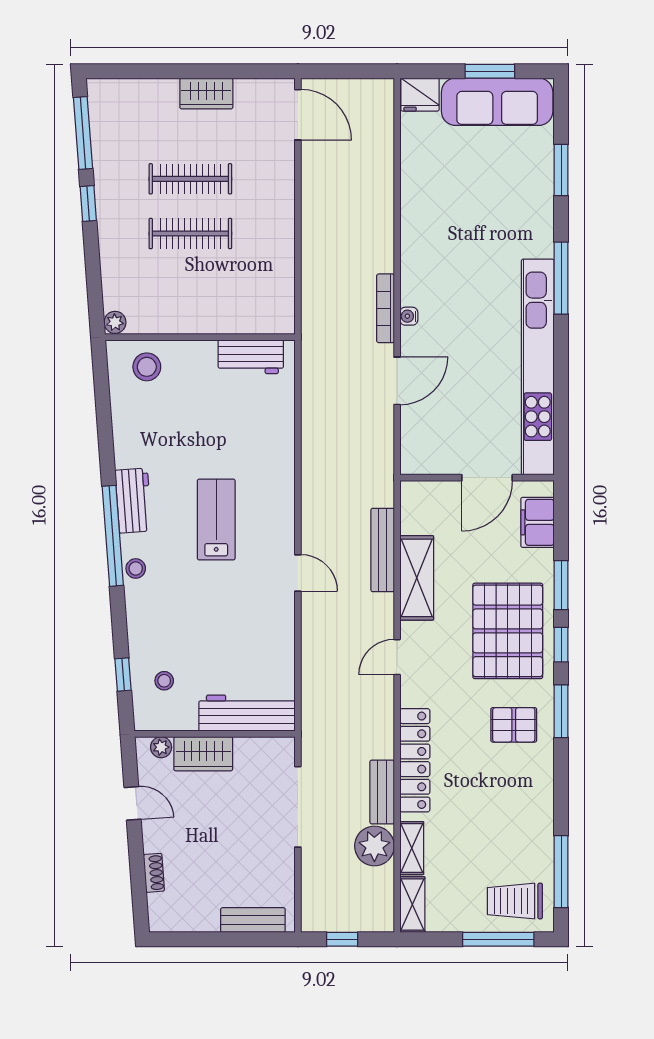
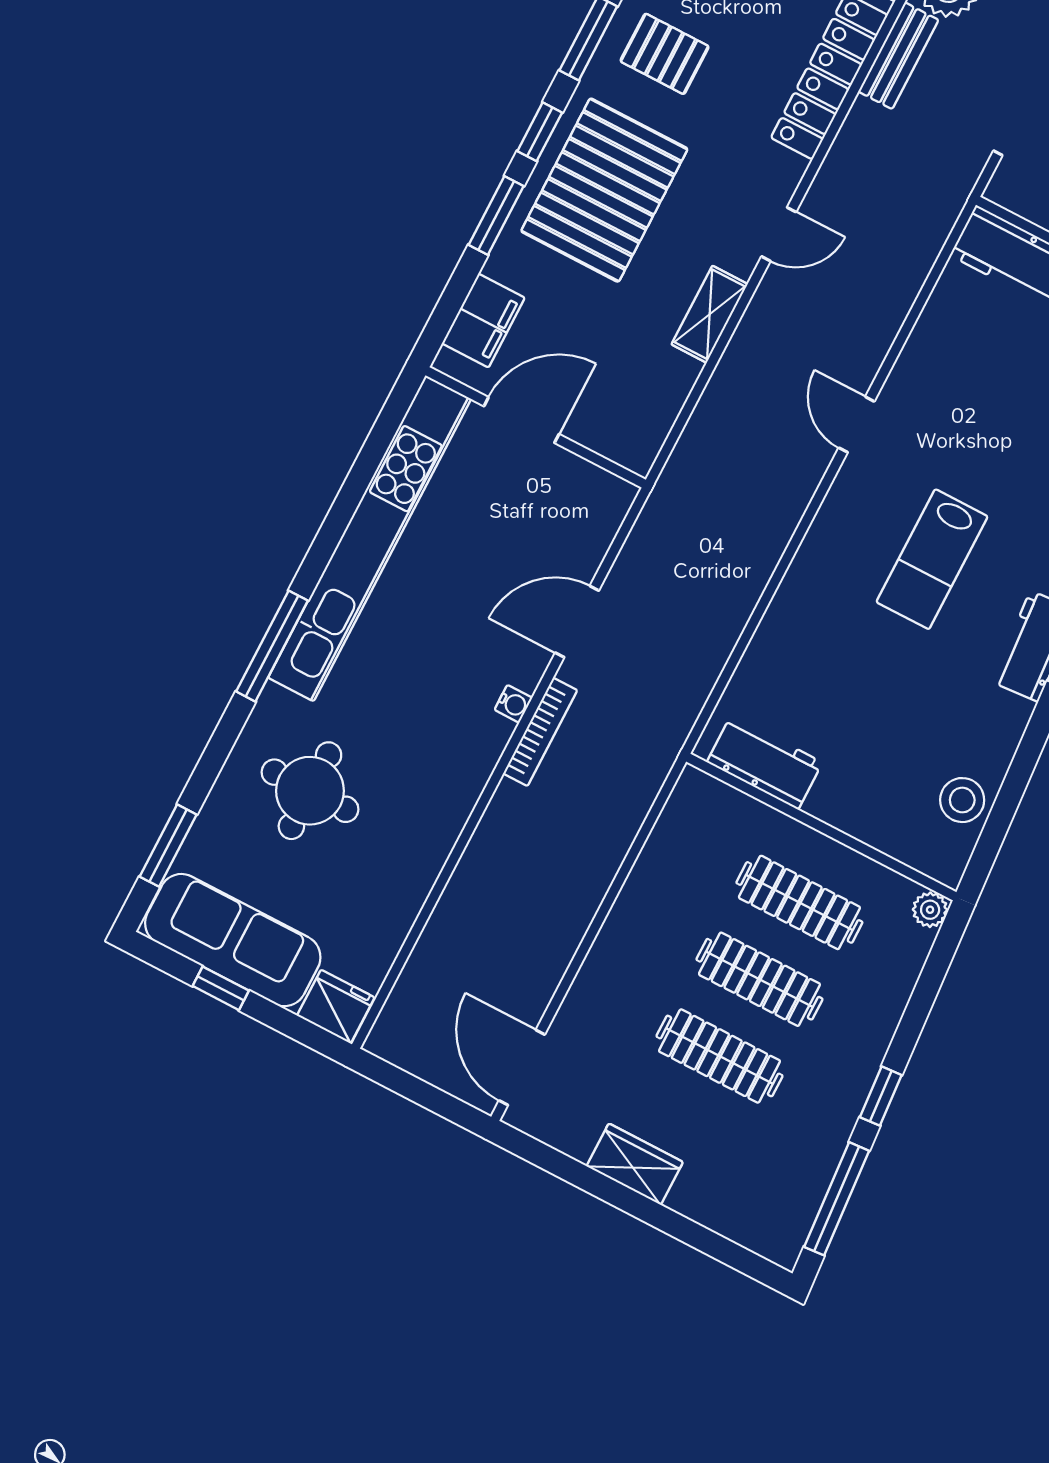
window: (490, 71) -> (221, 988), width x0.67
window: (561, 170) -> (168, 846), moved
round table: (497, 208) -> (310, 791), added
clothes rail: (190, 288) -> (799, 902), added
stool: (147, 367) -> (962, 800), moved
bench: (383, 550) -> (721, 395), removed
shelving: (417, 578) -> (710, 314), width x0.67, depth x0.75

